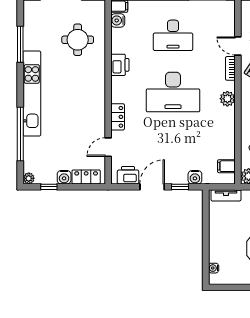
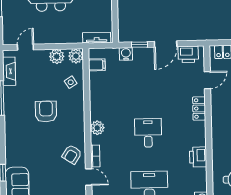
desk: (173, 92) -> (148, 133), width x0.53, depth x0.77

